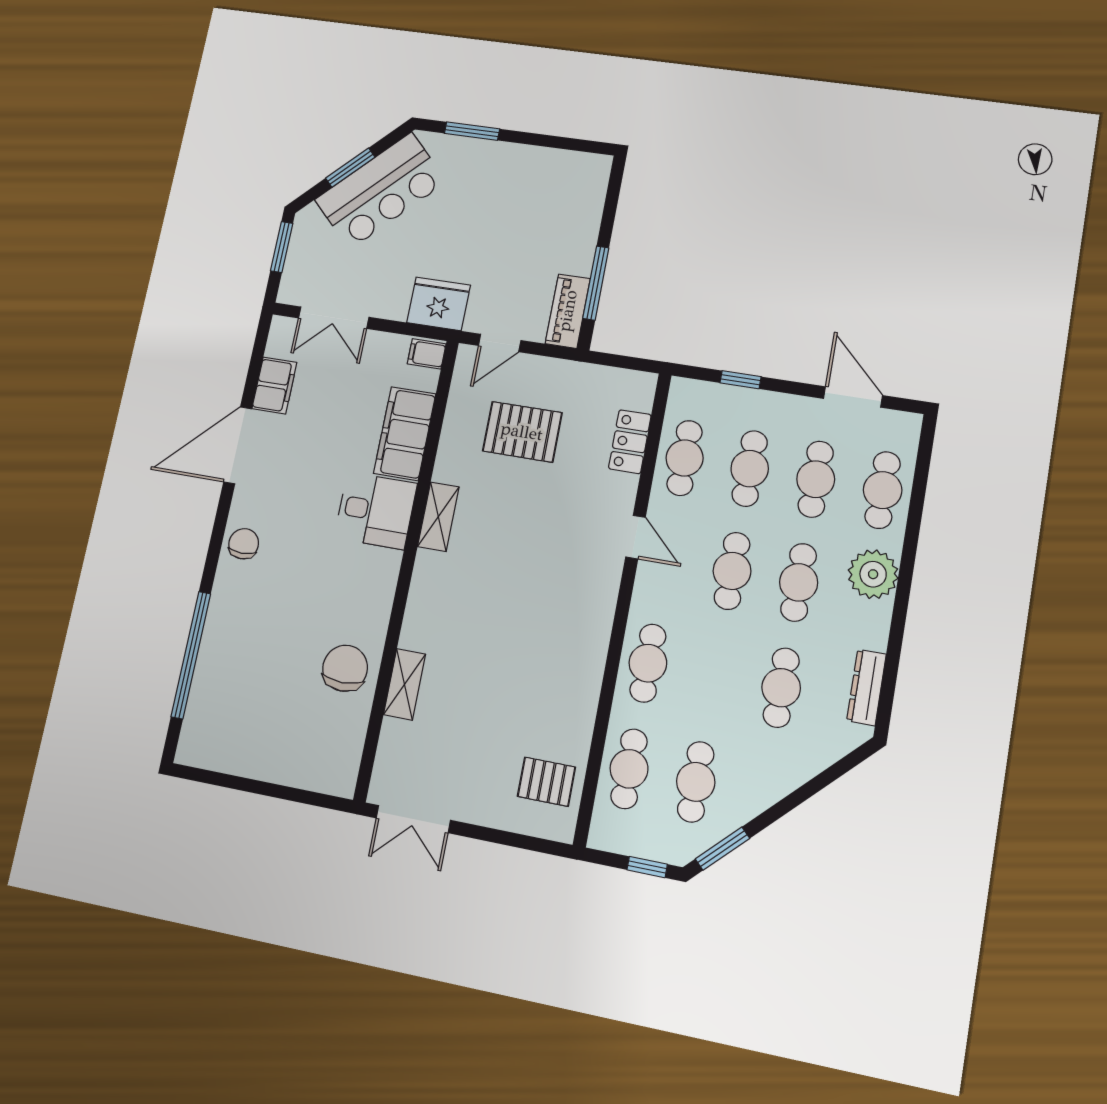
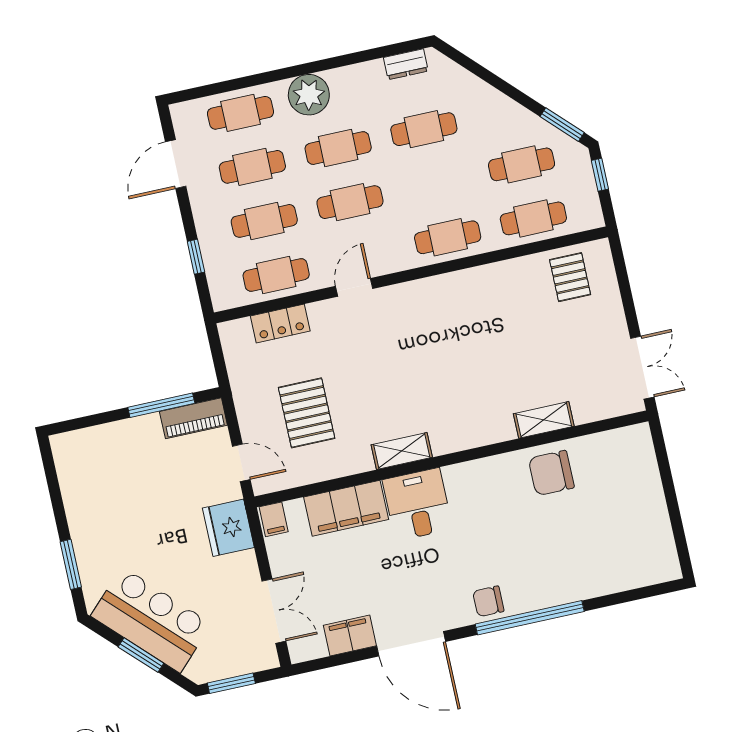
window: (191, 655) -> (530, 618), moved
dresser: (866, 687) -> (406, 64), width x0.70

